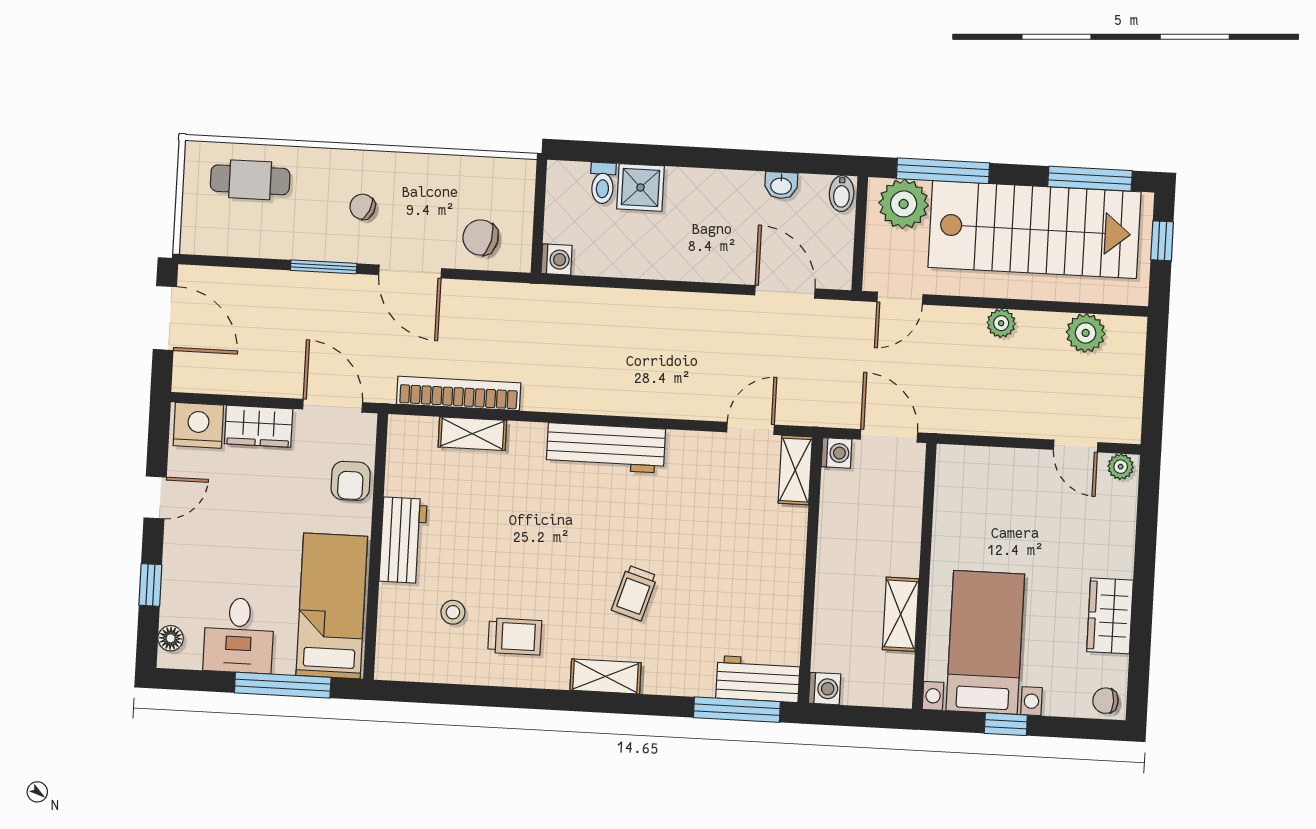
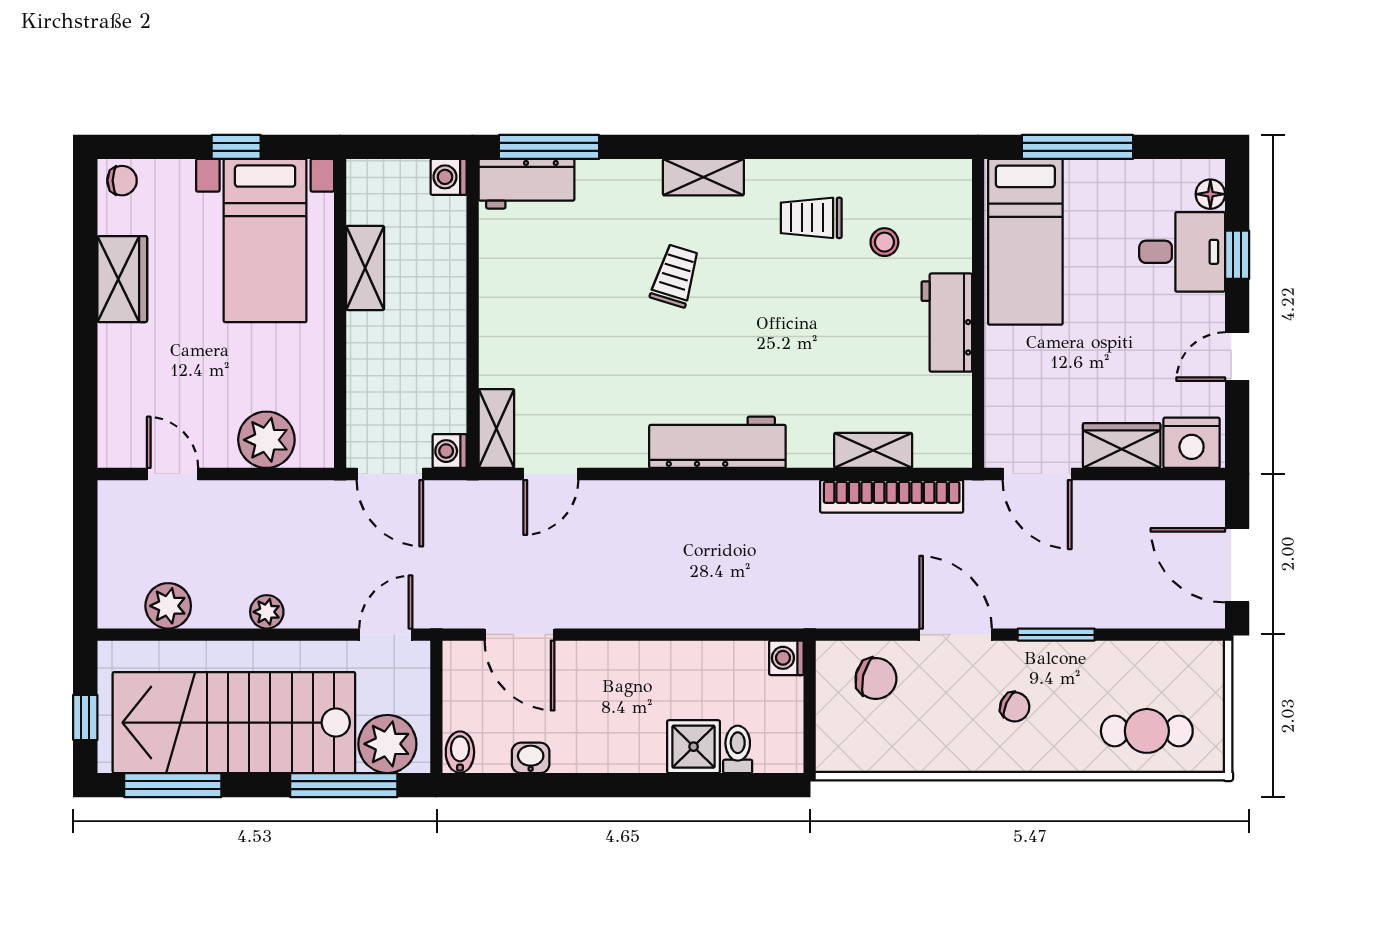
plant: (1121, 467) -> (266, 440), moved, width x1.87, depth x1.87
armchair: (351, 481) -> (1011, 388), removed
desk: (239, 635) -> (1182, 252), moved, turned 90

